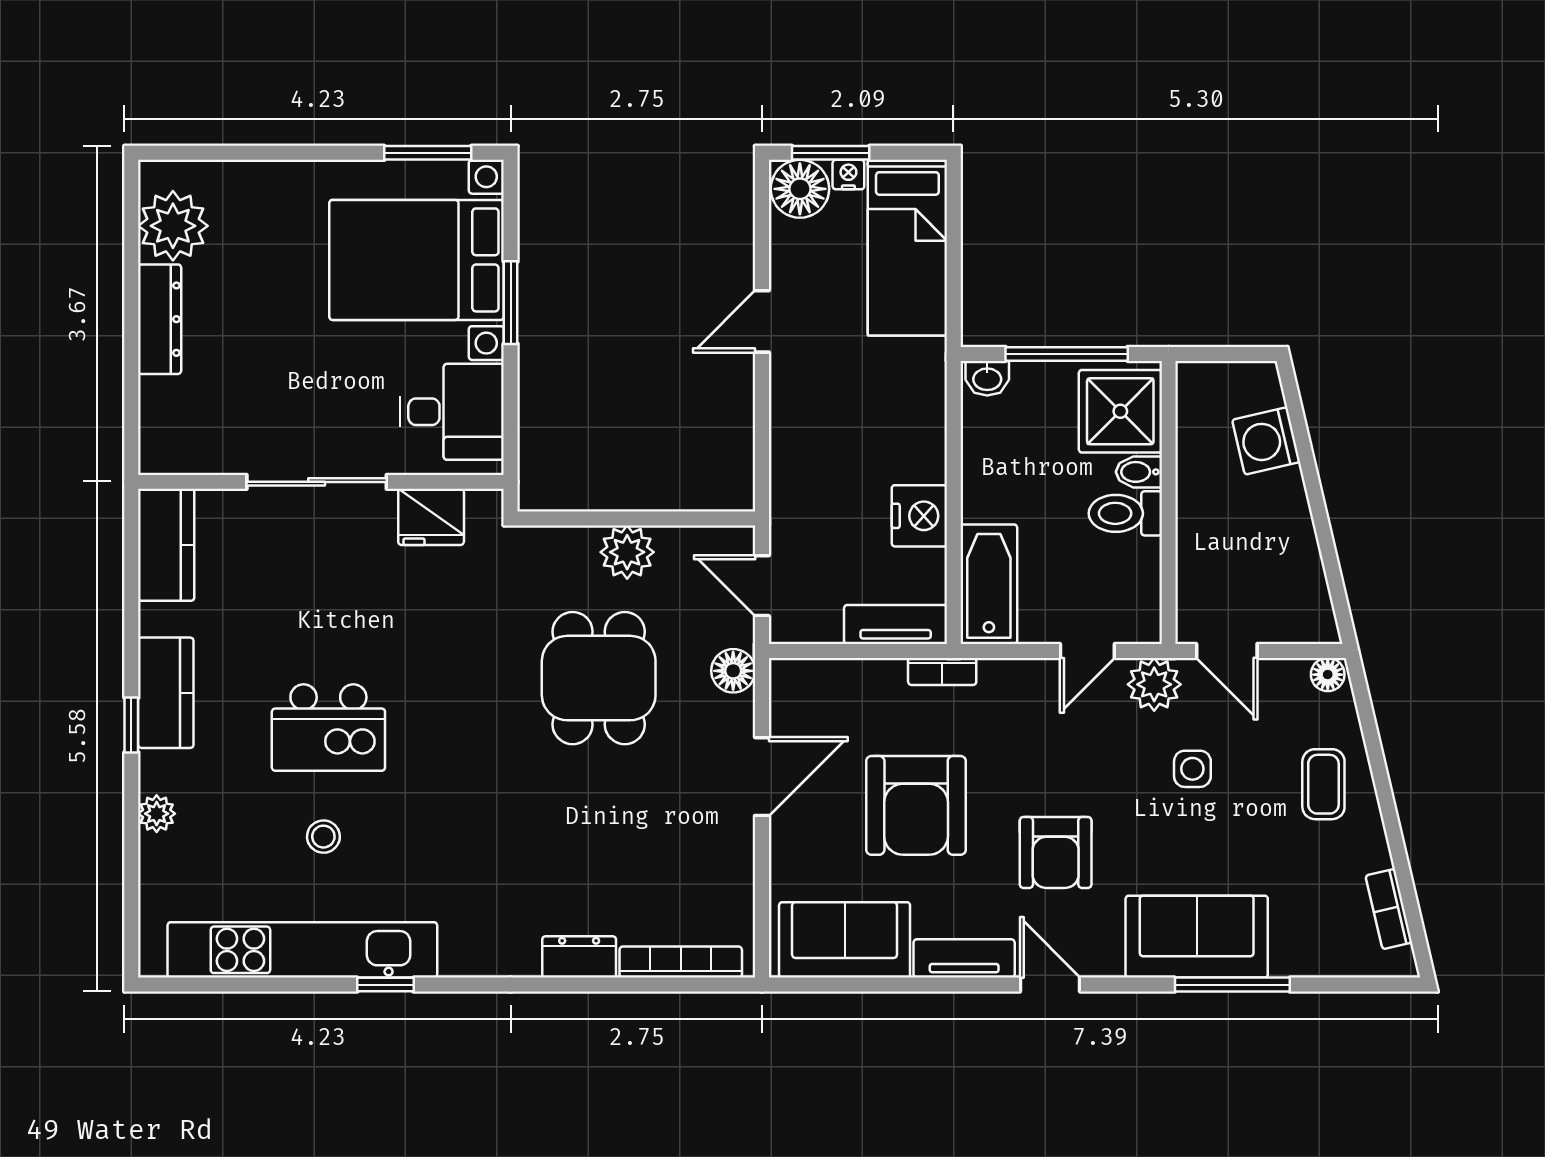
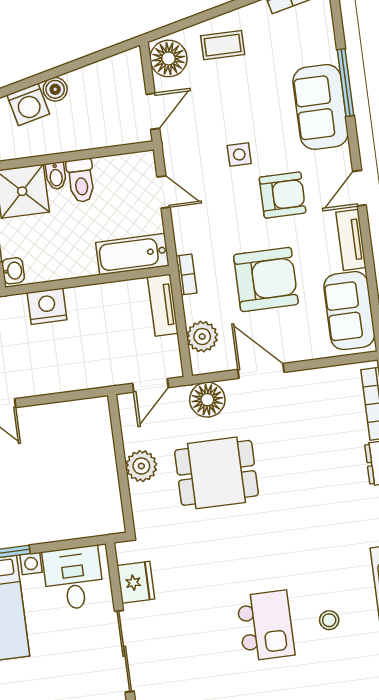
boiler: (1286, 490) -> (55, 89), added
nightstand: (919, 516) -> (47, 306), moved
floor lamp: (733, 671) -> (207, 400), width x1.38, depth x1.38
floor lamp: (1328, 675) -> (168, 58), width x1.89, depth x1.89
plant: (1154, 684) -> (202, 337), moved
side table: (1192, 769) -> (239, 154), moved

